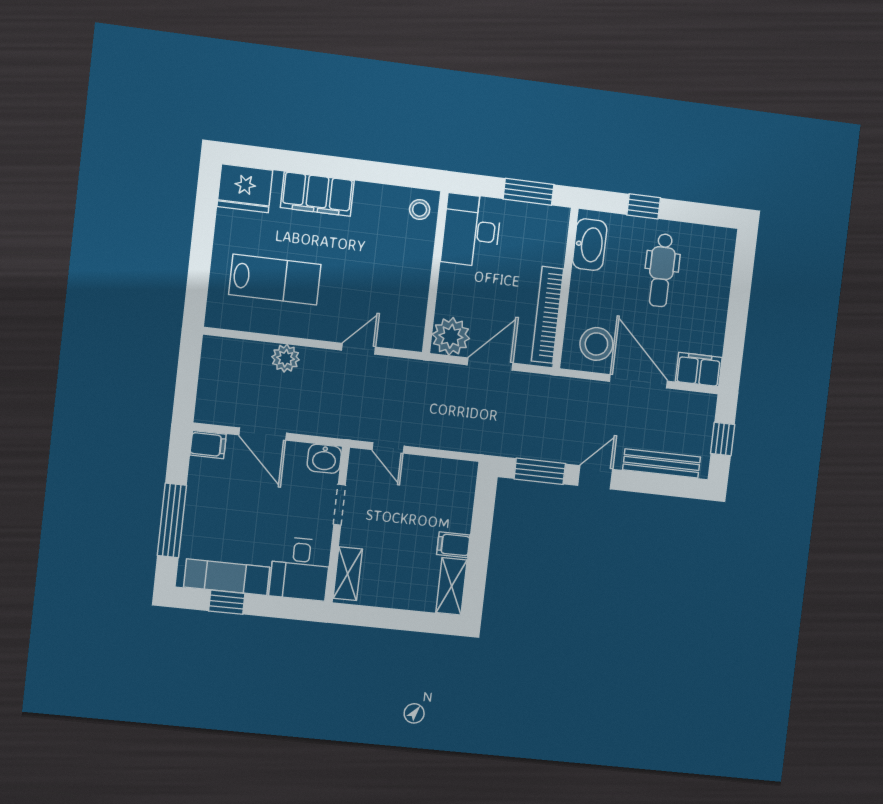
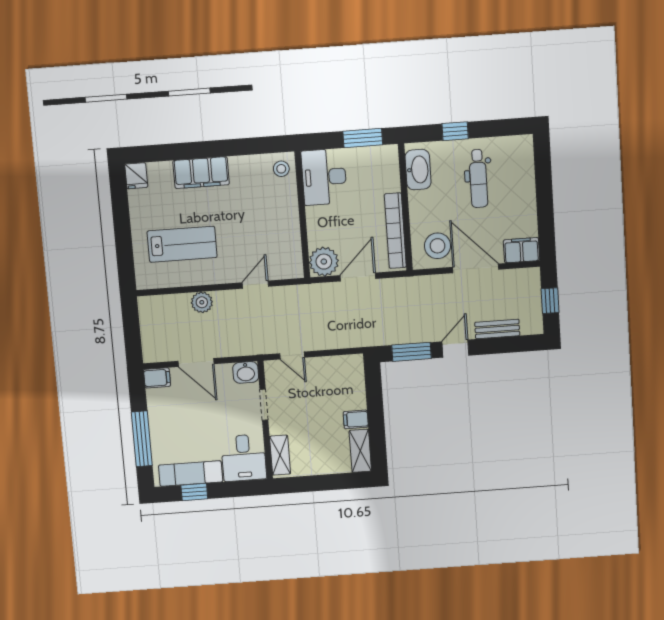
fridge: (245, 188) -> (136, 176), width x0.53, depth x0.75
bench: (662, 463) -> (497, 329), width x0.73

